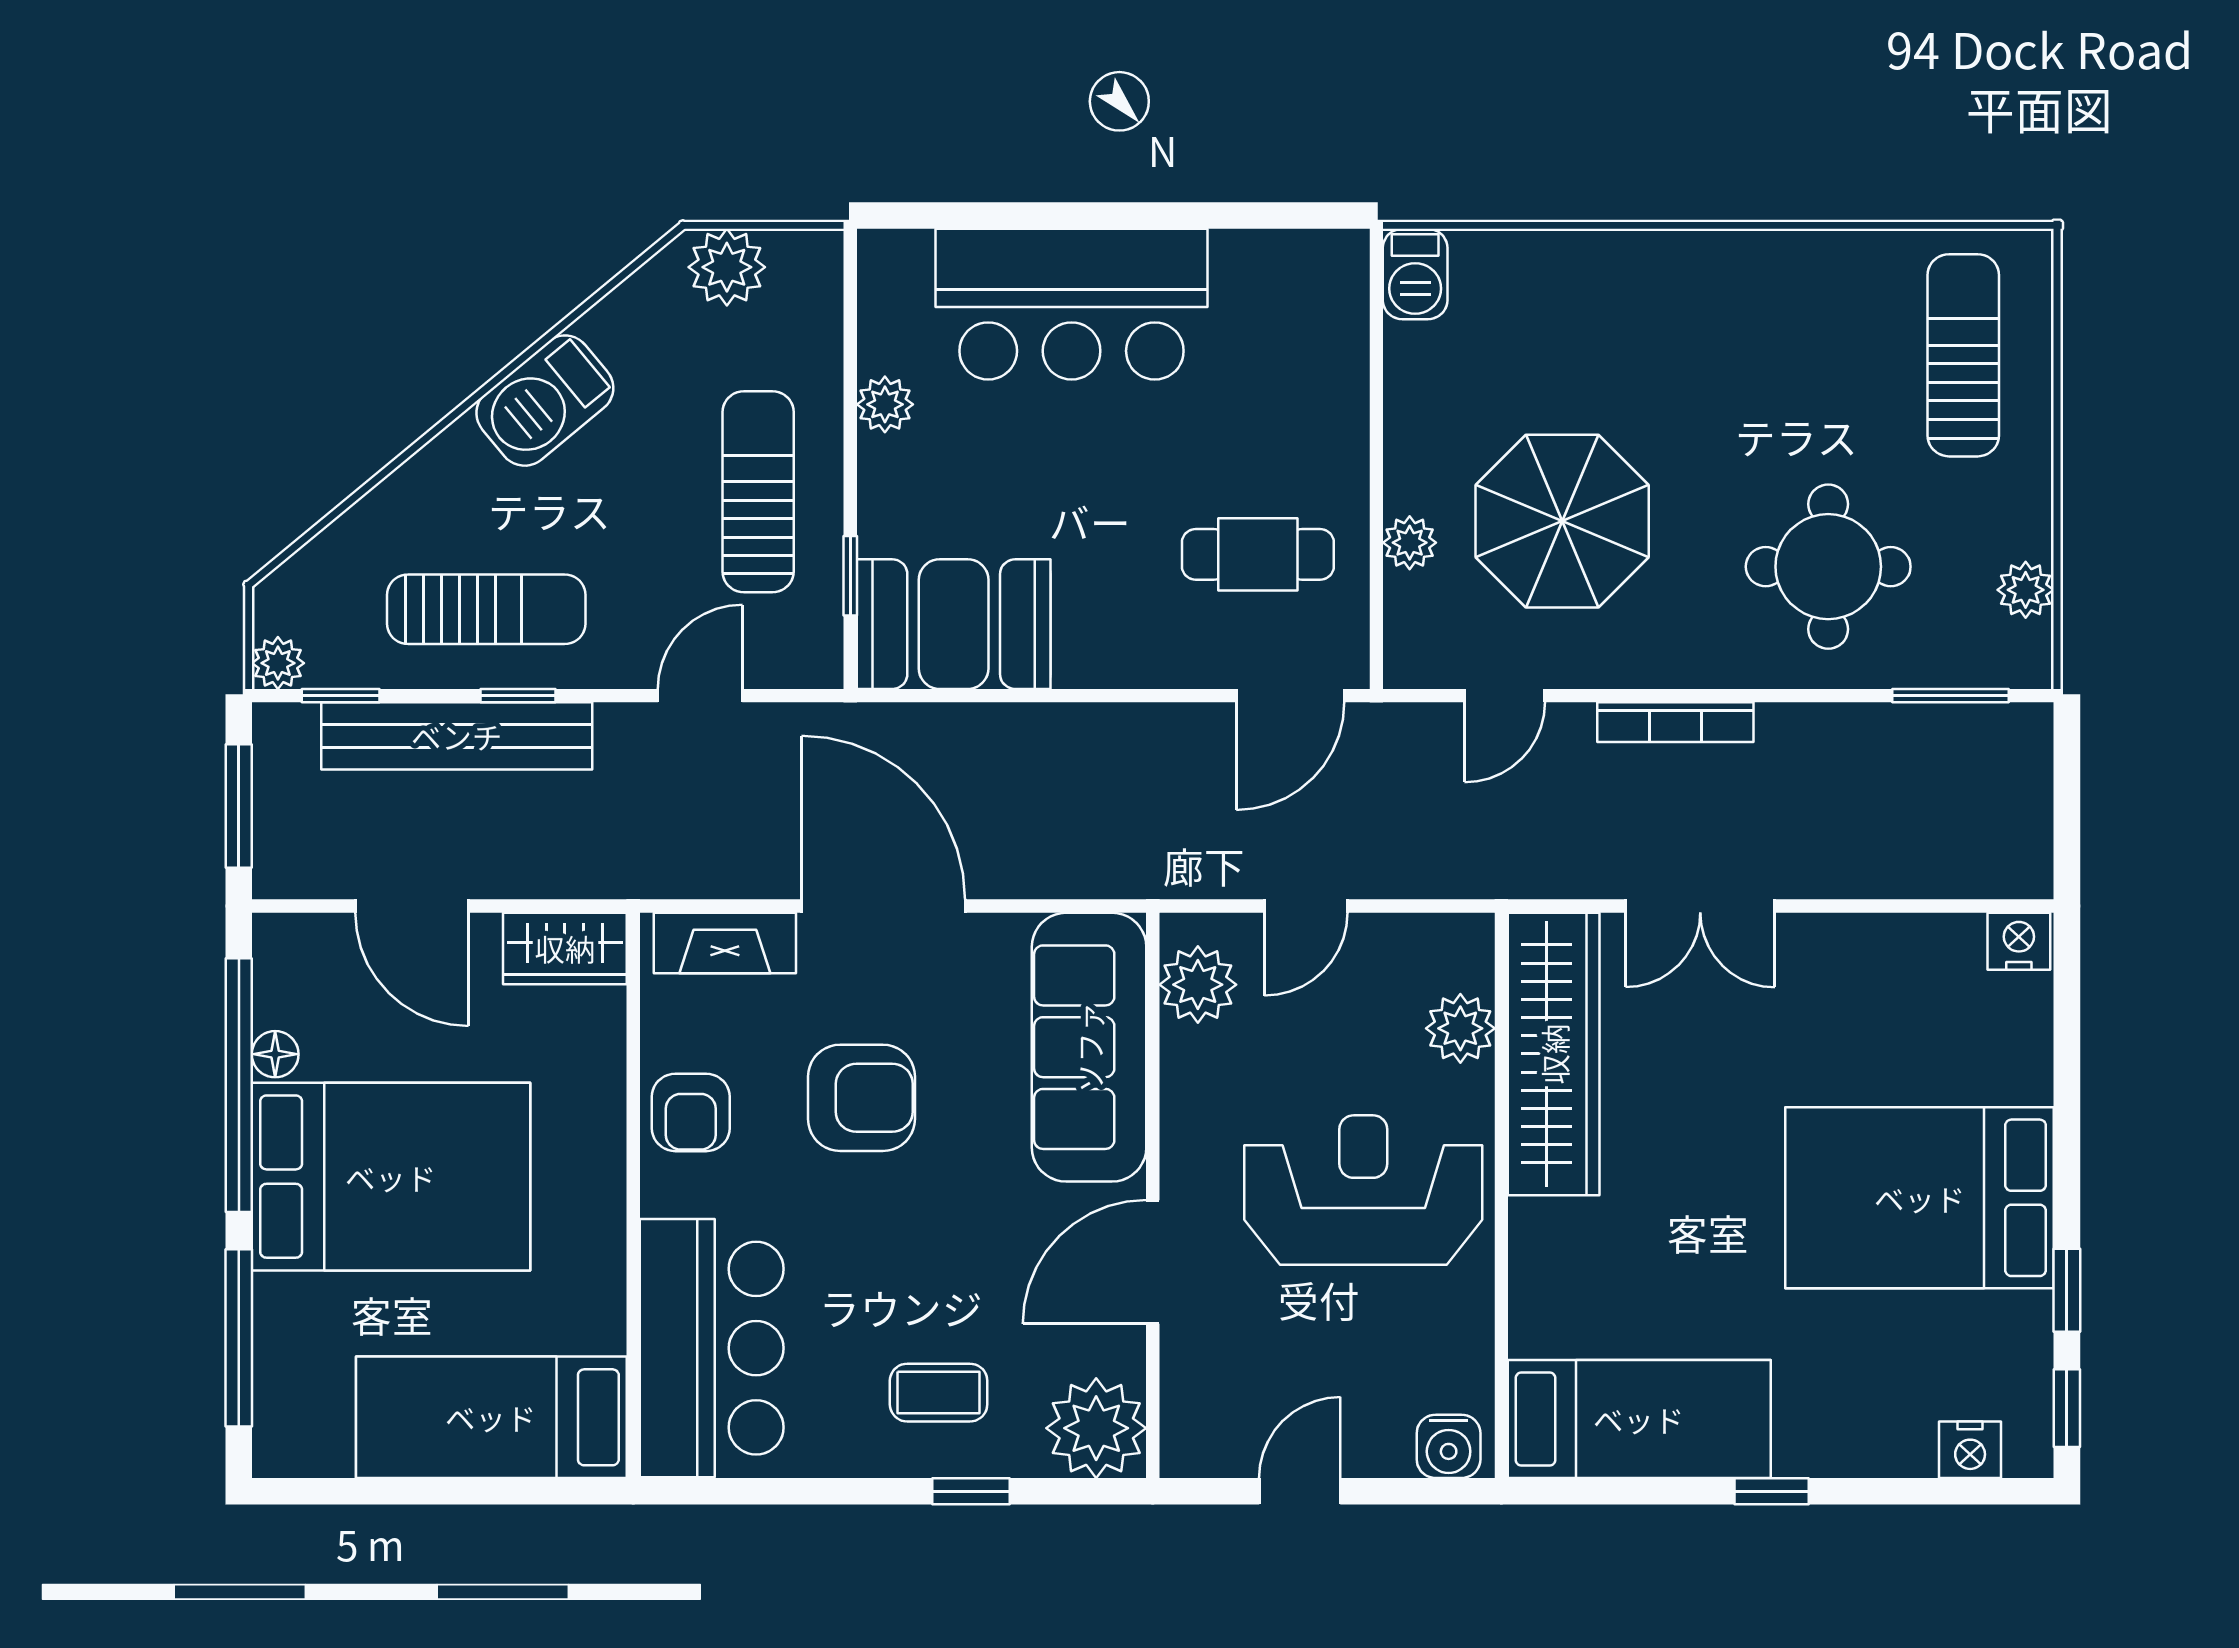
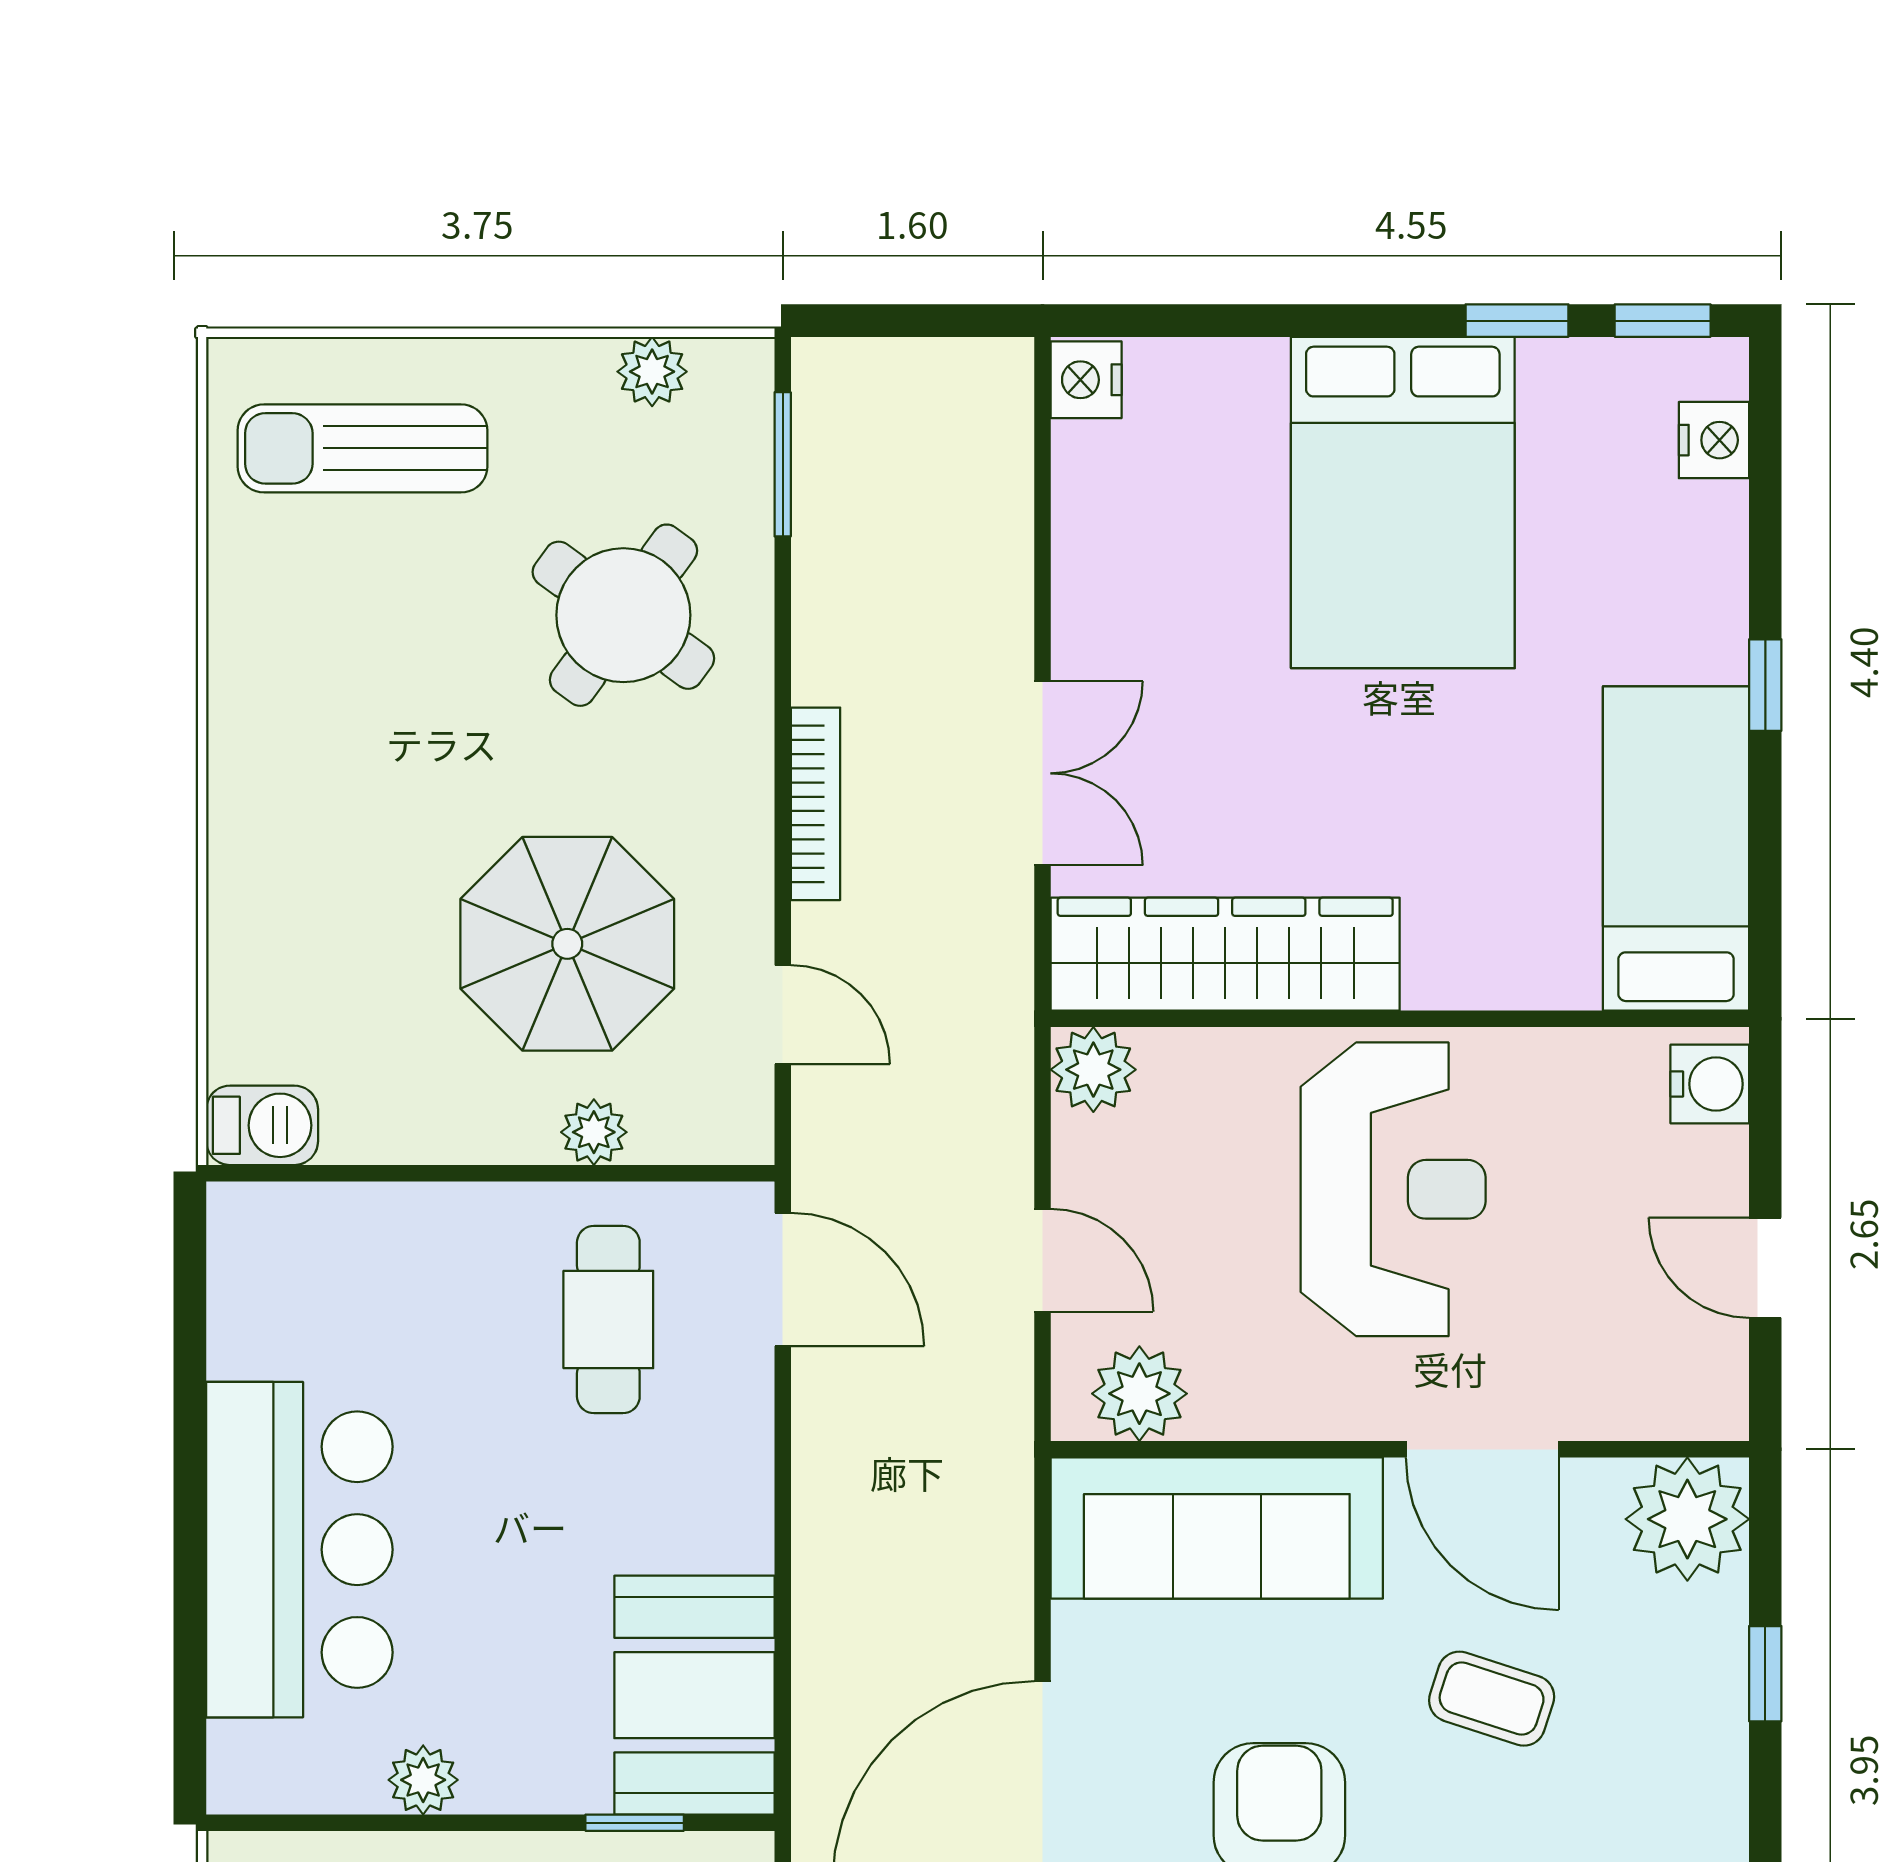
round table: (1828, 567) -> (623, 615), turned 36
plant: (1460, 1028) -> (1093, 1070), moved
reception desk: (1363, 1190) -> (1393, 1189), turned 180
coffee table: (939, 1393) -> (1492, 1699), moved, turned -72

